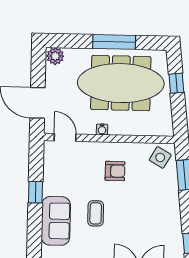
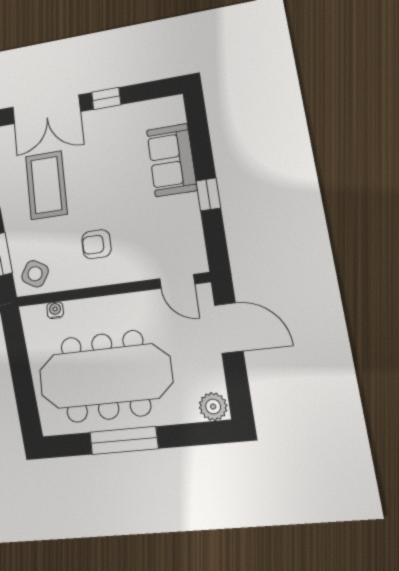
window: (176, 83) -> (24, 386), removed
water cooler: (102, 129) -> (55, 310), moved
coffee table: (96, 213) -> (46, 185), moved, width x1.86, depth x1.72

